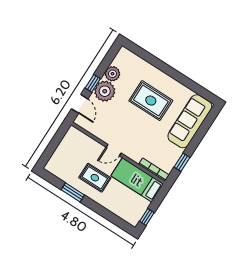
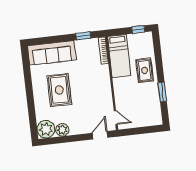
window: (93, 83) -> (79, 138), removed
plant: (105, 91) -> (46, 129), moved
door: (114, 150) -> (116, 118), moved
rug: (95, 178) -> (145, 70), moved

